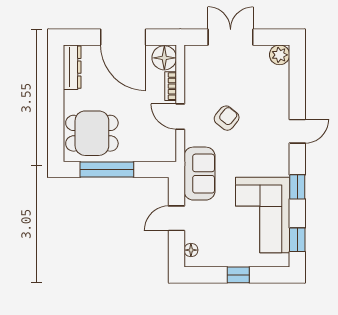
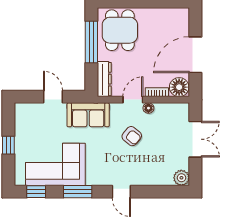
dresser: (72, 67) -> (104, 79), moved, turned -90
window: (297, 187) -> (78, 192), width x1.50
floor lamp: (191, 250) -> (148, 108), moved

